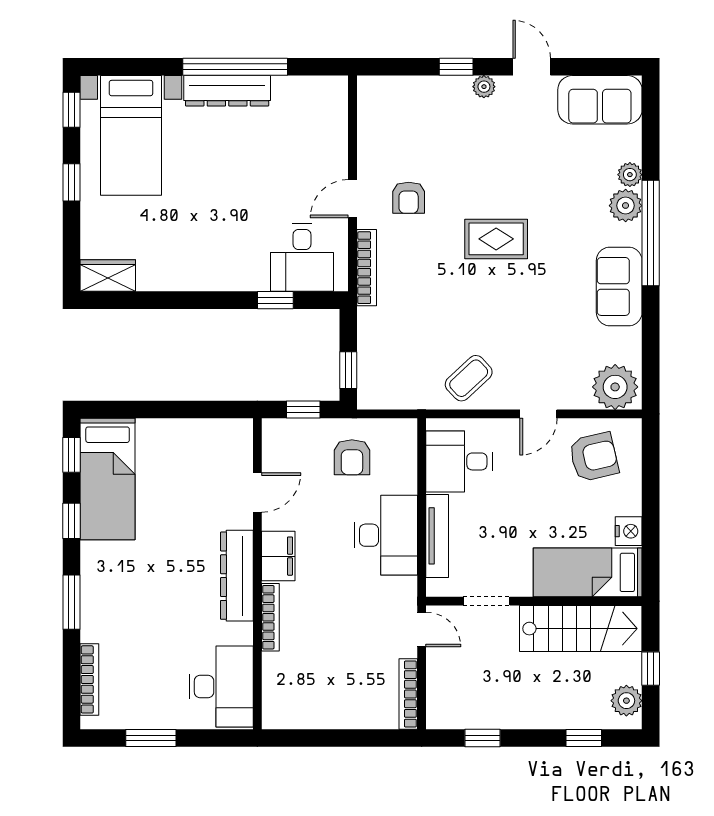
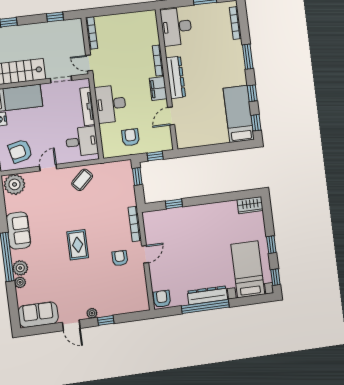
armchair: (328, 97) -> (162, 299), added
rug: (496, 239) -> (78, 245), turned 90
desk: (302, 258) -> (164, 225), removed

